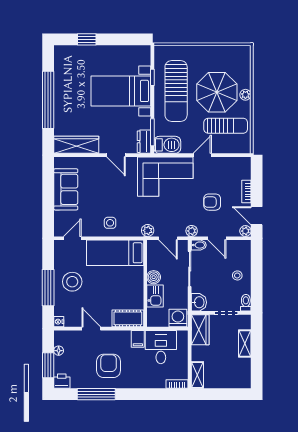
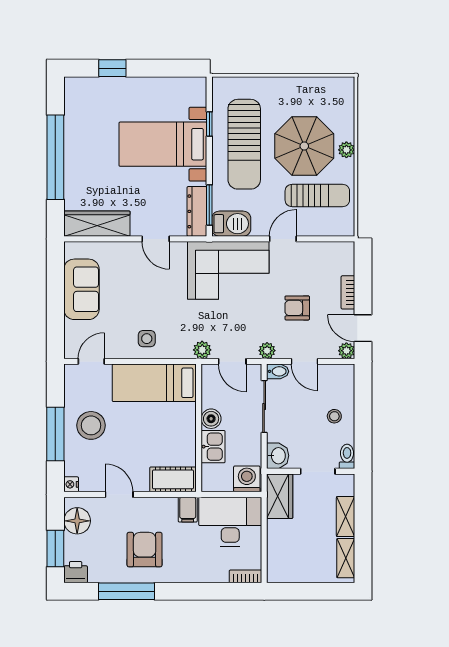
dresser: (144, 142) -> (197, 211), width x1.44
desk: (161, 347) -> (230, 522), width x1.37
floor lamp: (59, 351) -> (77, 521), width x1.89, depth x1.89
shelving: (197, 375) -> (346, 558), moved

